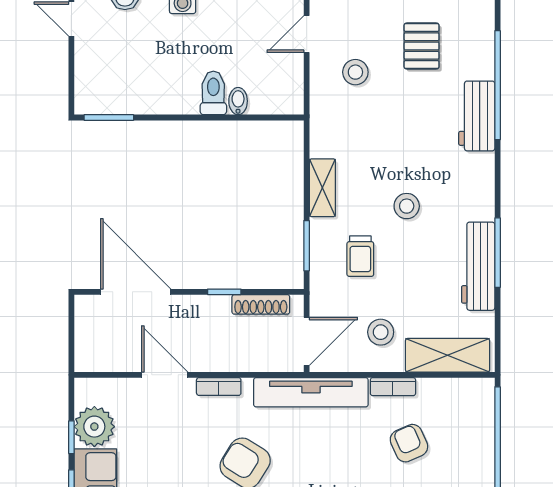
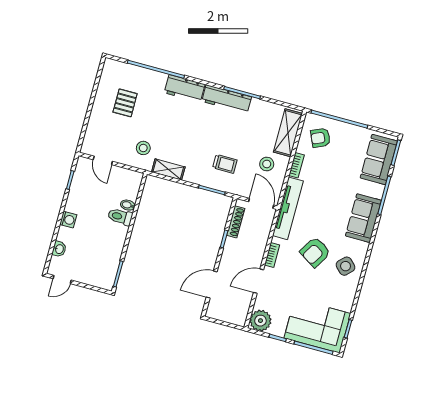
pallet: (422, 46) -> (125, 103), turned 90
stool: (355, 72) -> (143, 148), moved
workbench: (477, 116) -> (185, 89), moved
shelving: (322, 188) -> (168, 169), moved
stool: (407, 206) -> (205, 133), removed
workbench: (478, 266) -> (227, 99), moved
door: (136, 292) -> (212, 284), width x0.73
plant: (94, 427) -> (260, 321), moved
armchair: (409, 443) -> (320, 138), moved

